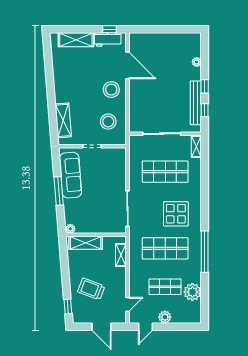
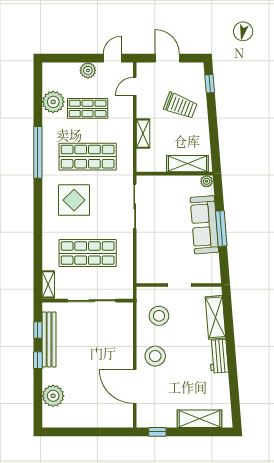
workbench: (108, 39) -> (219, 356), moved, turned -95
plant: (197, 62) -> (53, 396), width x1.87, depth x1.87
sofa: (70, 175) -> (204, 225), moved
shelving: (121, 255) -> (143, 134), moved

